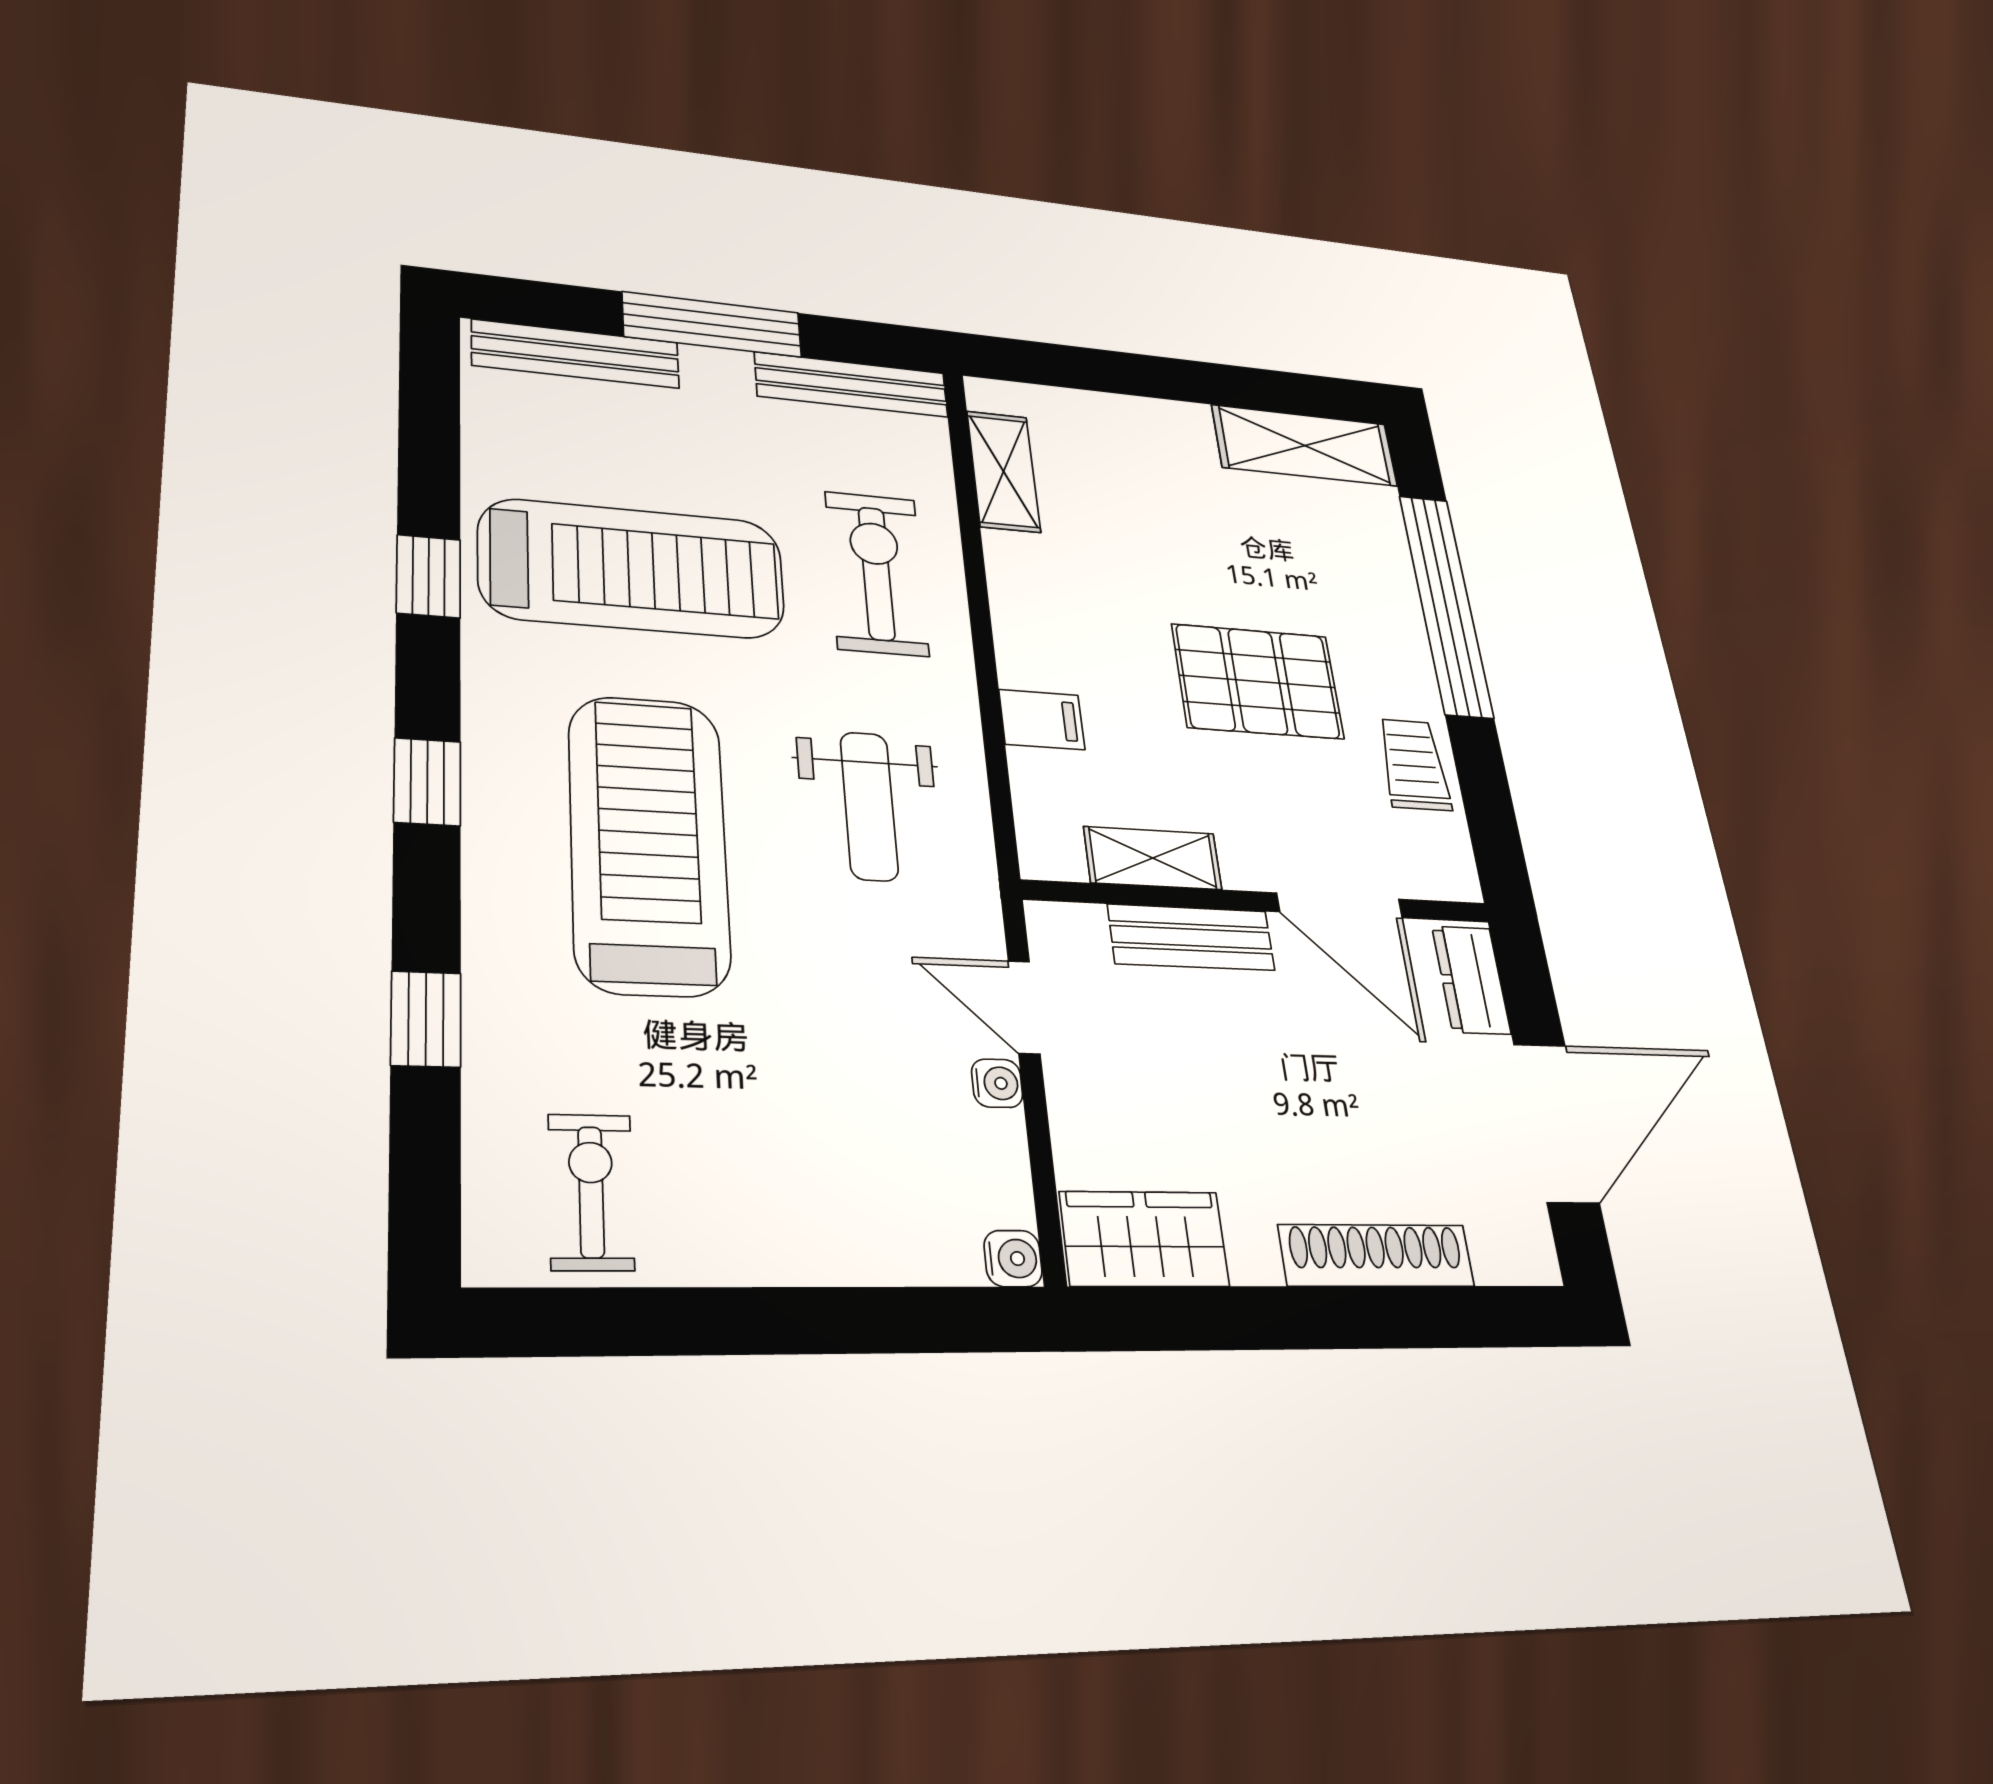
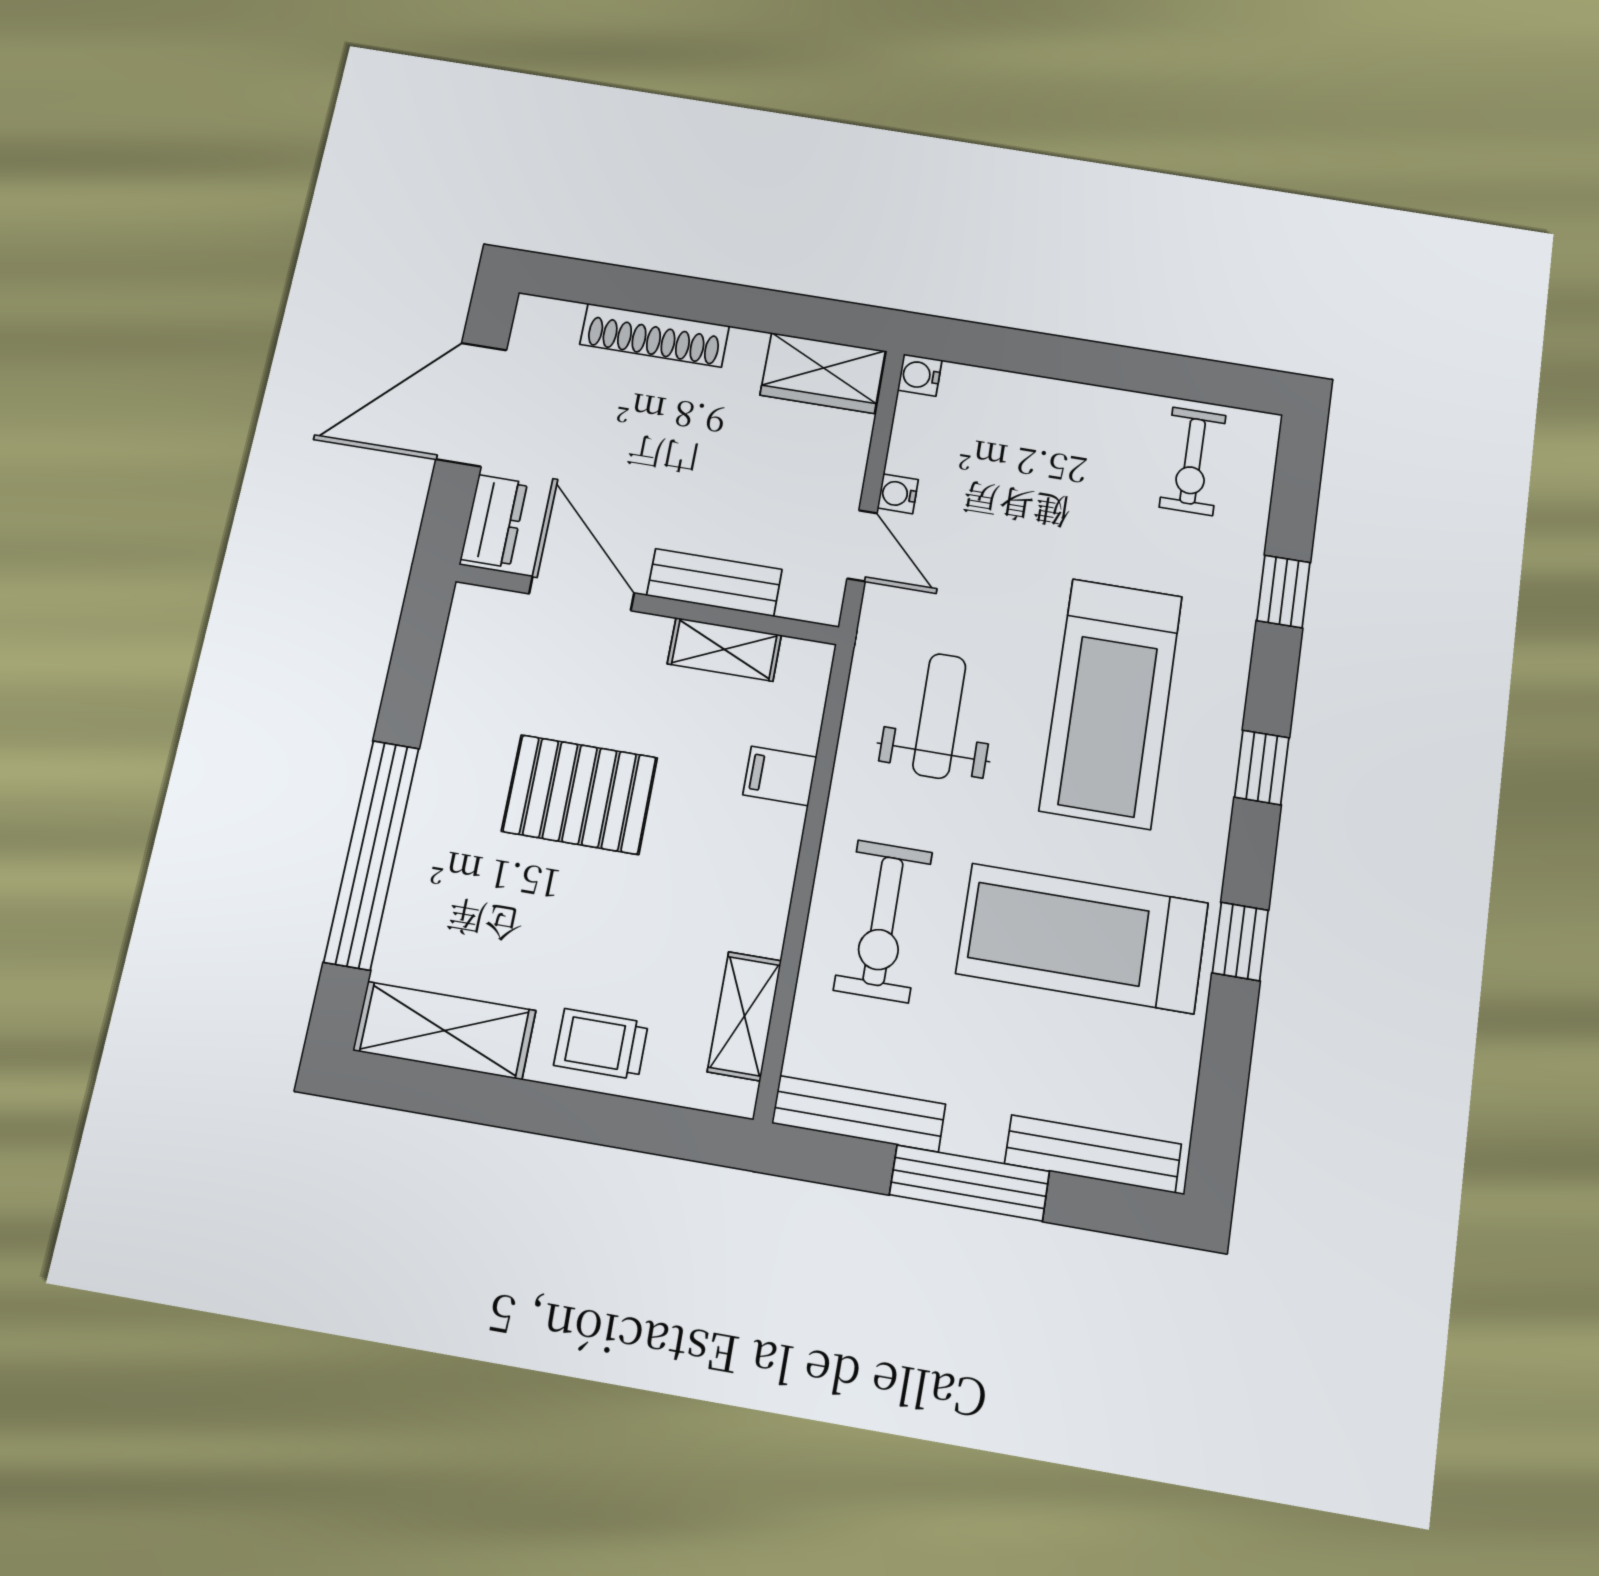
trolley: (1414, 765) -> (601, 1044), moved, turned 90

